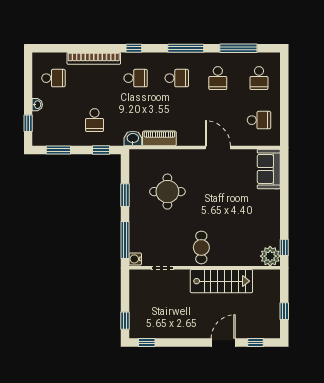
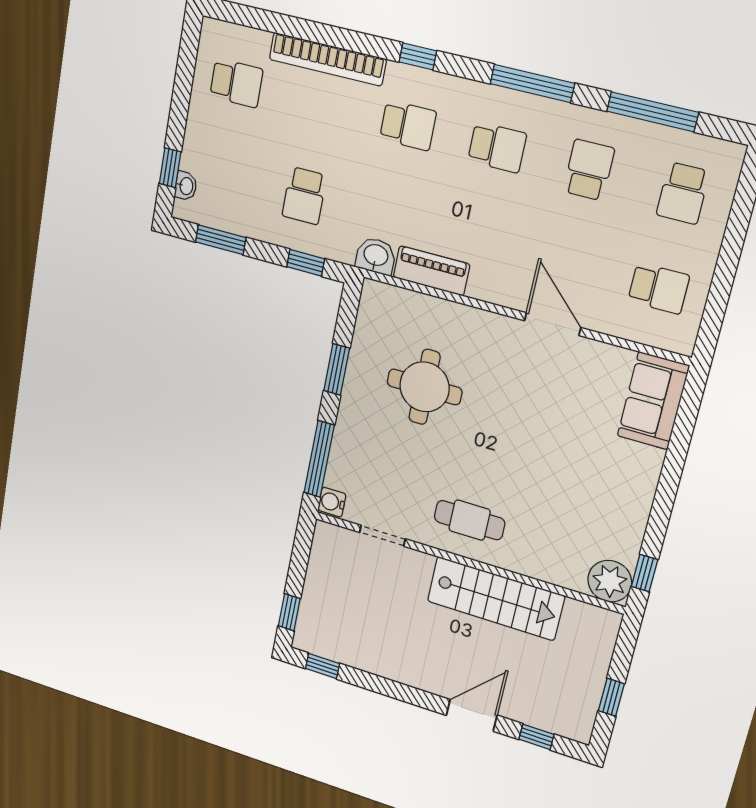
school desk: (218, 78) -> (589, 170), turned 180
washbasin: (37, 105) -> (186, 186), moved
cafe table: (201, 247) -> (470, 520), turned 90

